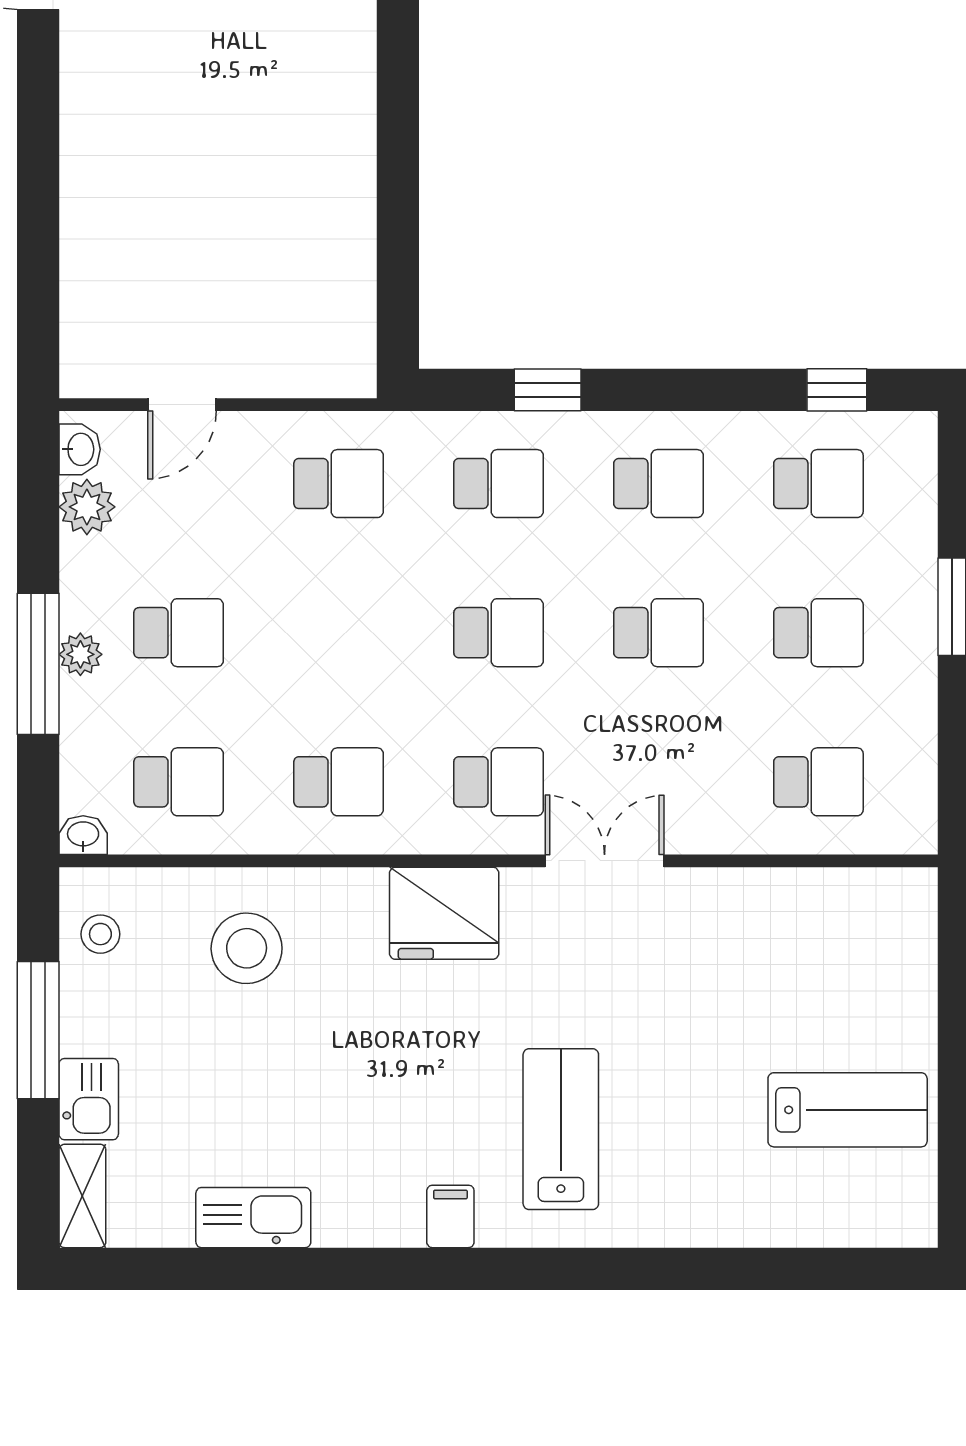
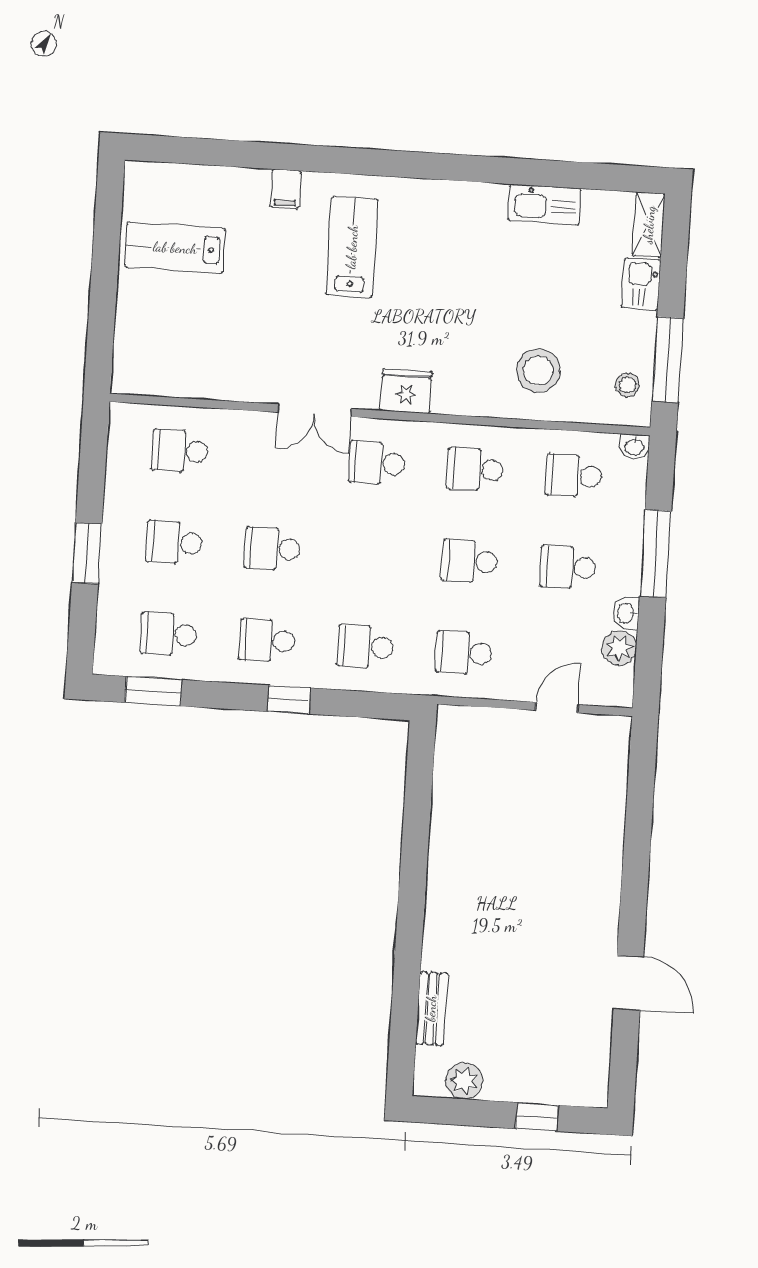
window: (548, 390) -> (289, 700), moved
window: (837, 390) -> (153, 691), width x1.50
washbasin: (80, 449) -> (626, 613), moved
school desk: (499, 633) -> (469, 561), moved
plant: (80, 654) -> (629, 558), removed
fridge: (444, 913) -> (406, 391), width x0.73, depth x0.75
window: (38, 1030) -> (668, 360), moved
lab bench: (561, 1129) -> (352, 247), turned 180
filing cabinet: (450, 1216) -> (286, 189), moved

